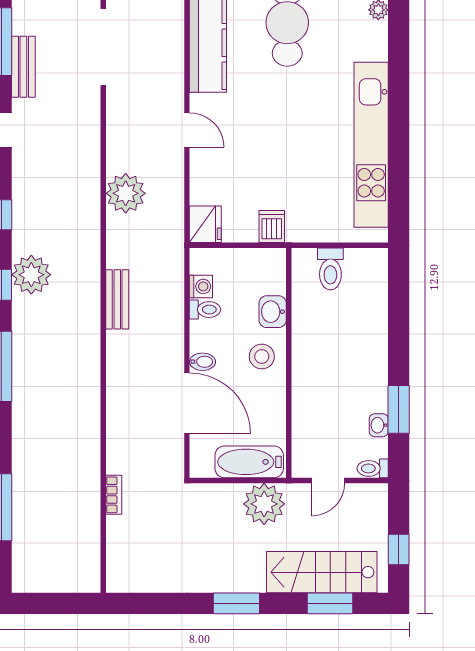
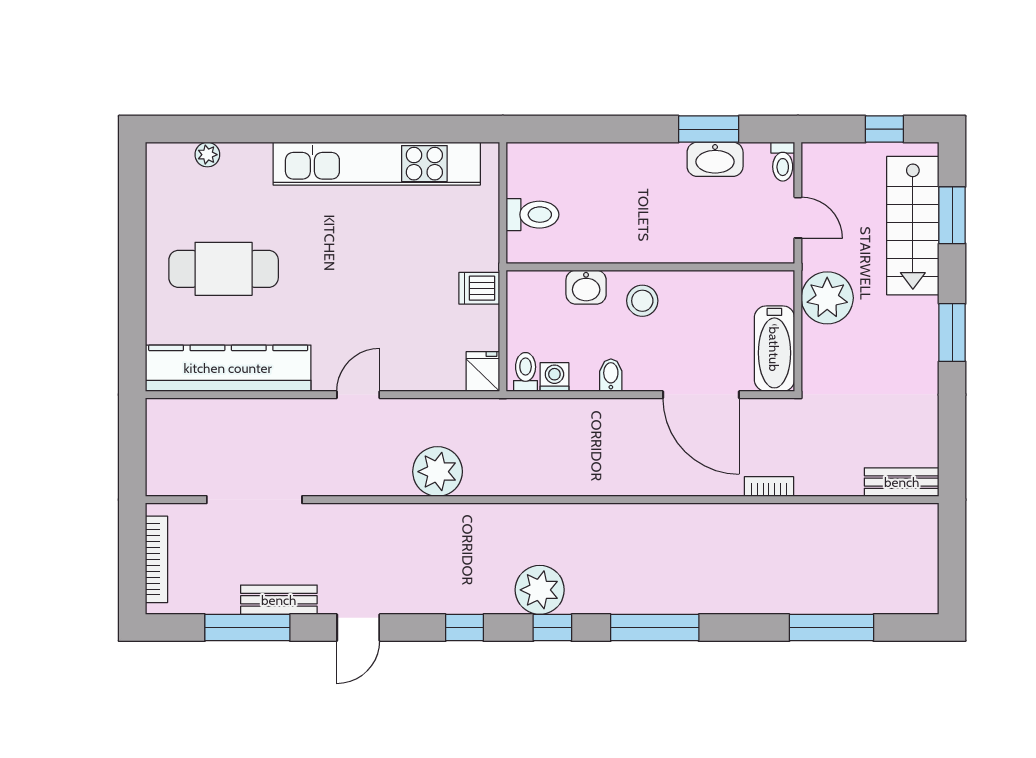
fridge: (205, 224) -> (483, 372), width x0.72
bench: (117, 299) -> (902, 482), moved
toilet: (205, 310) -> (526, 372), moved
bidet: (202, 362) -> (611, 375), moved
door: (187, 403) -> (701, 395), swing flipped
washbasin: (379, 425) -> (715, 159), width x1.91, depth x1.45
bathtub: (249, 462) -> (774, 349), moved
bookcase: (114, 495) -> (769, 487), moved

